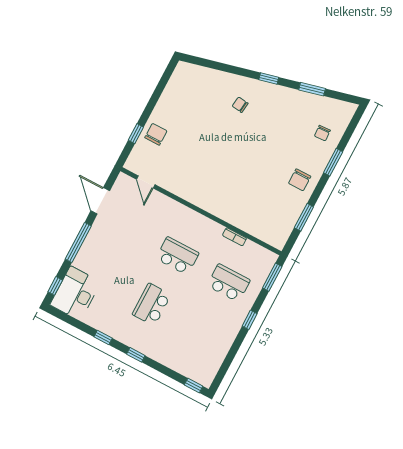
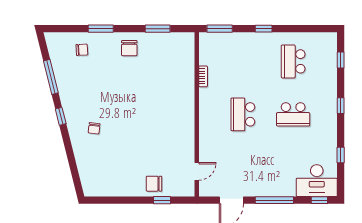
window: (312, 89) -> (51, 77), width x1.44
chair: (300, 180) -> (129, 48), turned 90
school desk: (229, 283) -> (293, 61), moved
window: (103, 338) -> (341, 155), moved
window: (194, 385) -> (341, 60), moved

